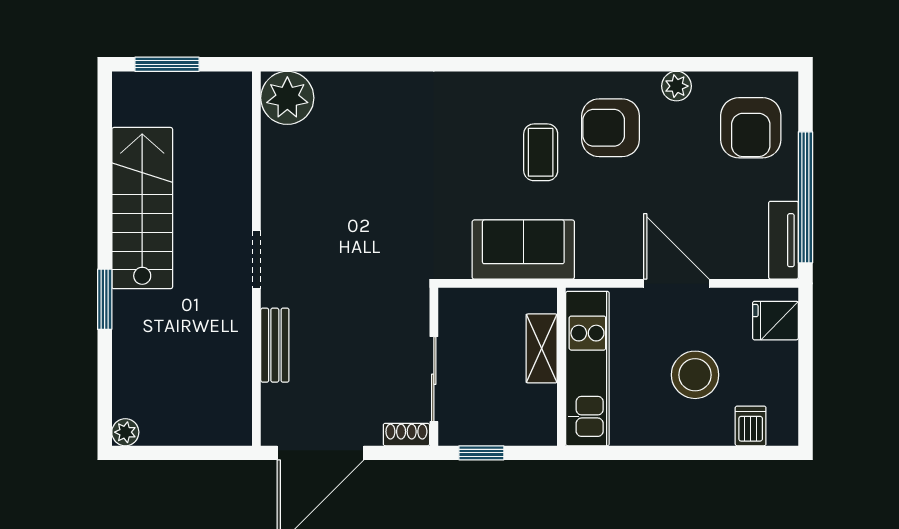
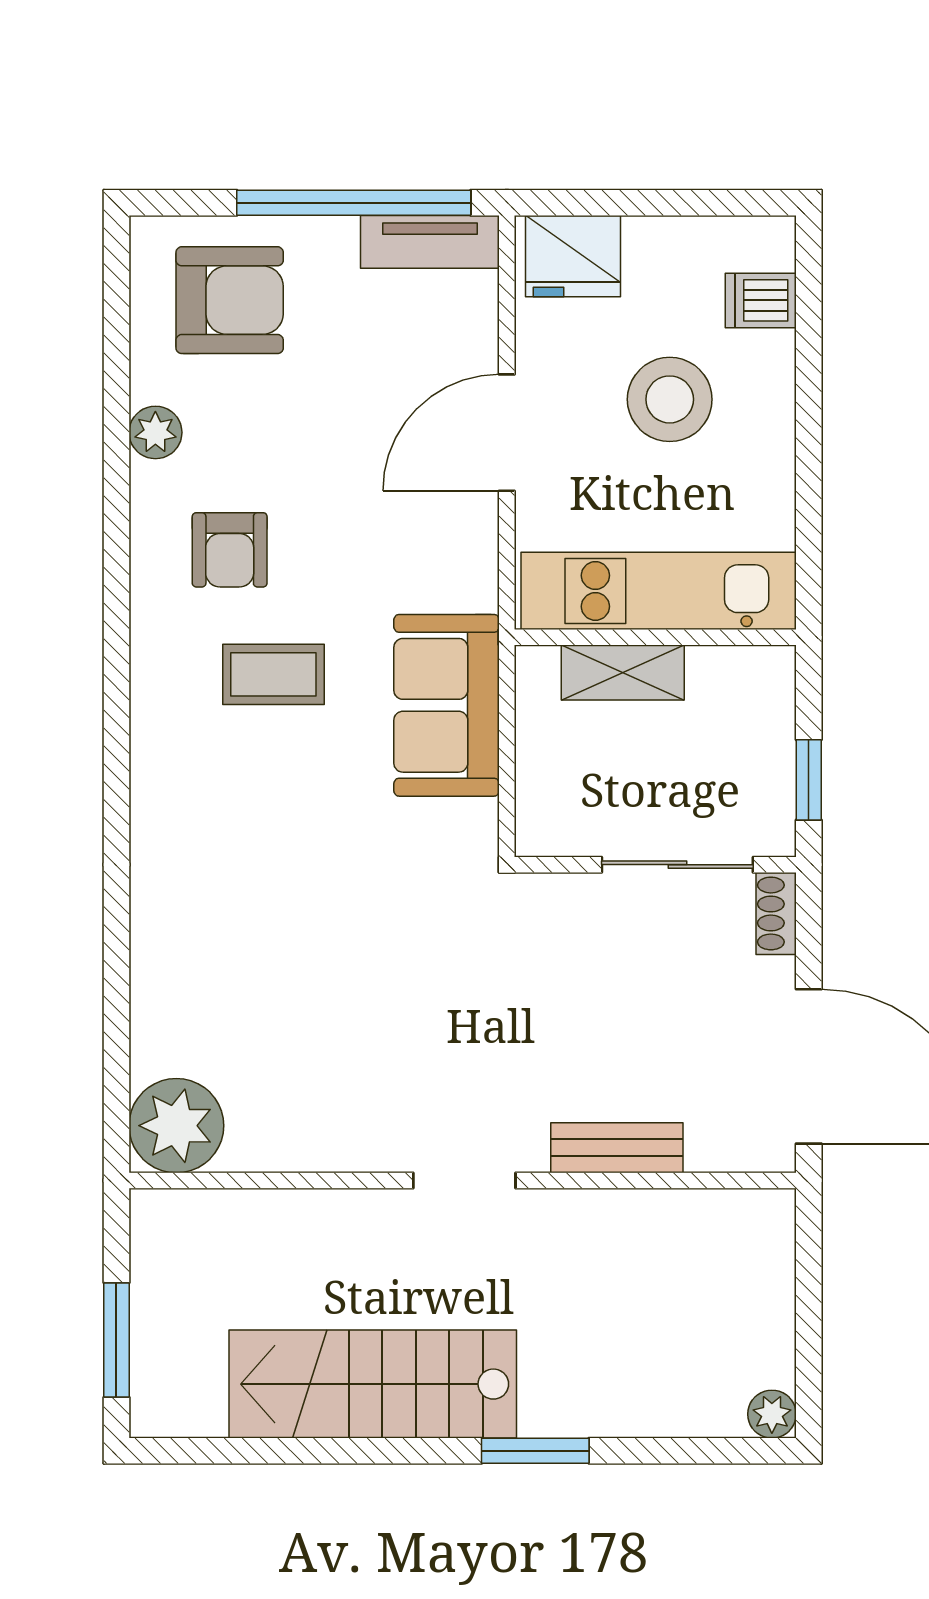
armchair: (611, 128) -> (230, 550), width x0.72, depth x0.72
fridge: (775, 321) -> (573, 256), width x1.38

